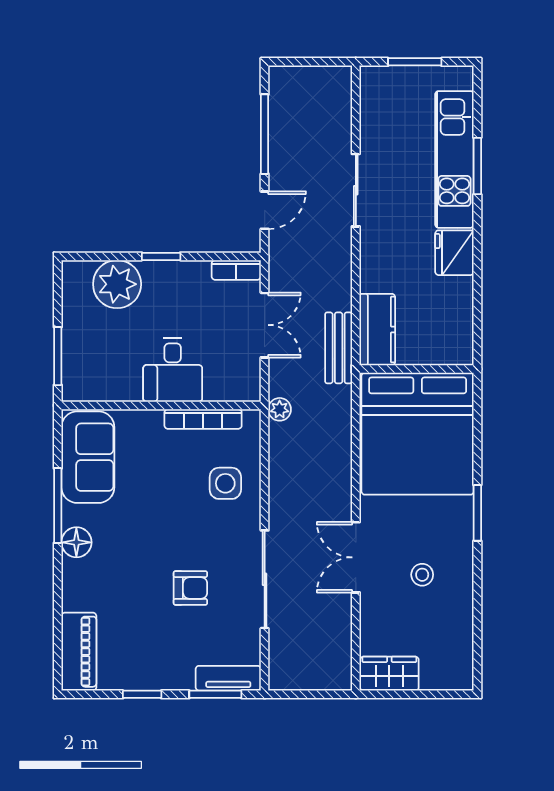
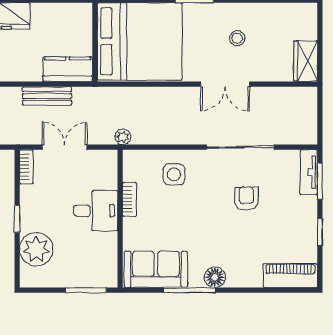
bench: (339, 348) -> (47, 96), moved
bookcase: (203, 419) -> (130, 199), width x0.64

